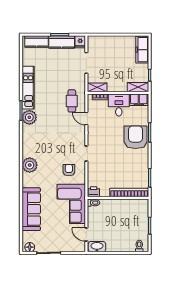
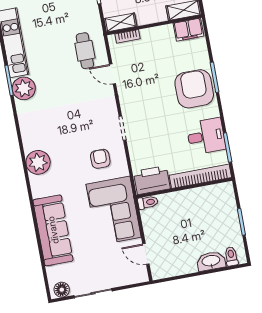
desk: (119, 105) -> (206, 136), moved, turned 90
printer: (94, 192) -> (152, 180), width x1.87, depth x1.48
washbasin: (97, 247) -> (211, 261), moved

